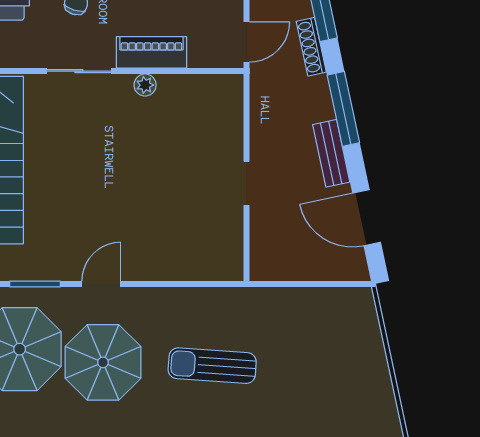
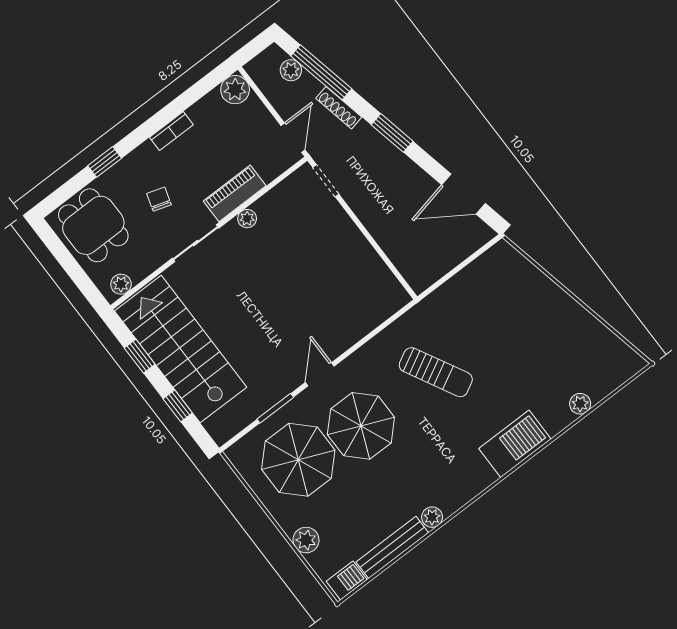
window: (343, 109) -> (392, 133), width x0.69
bench: (331, 153) -> (407, 169), removed
doorway: (246, 183) -> (326, 181), moved
sun lounger: (212, 366) -> (436, 372), turned -122

